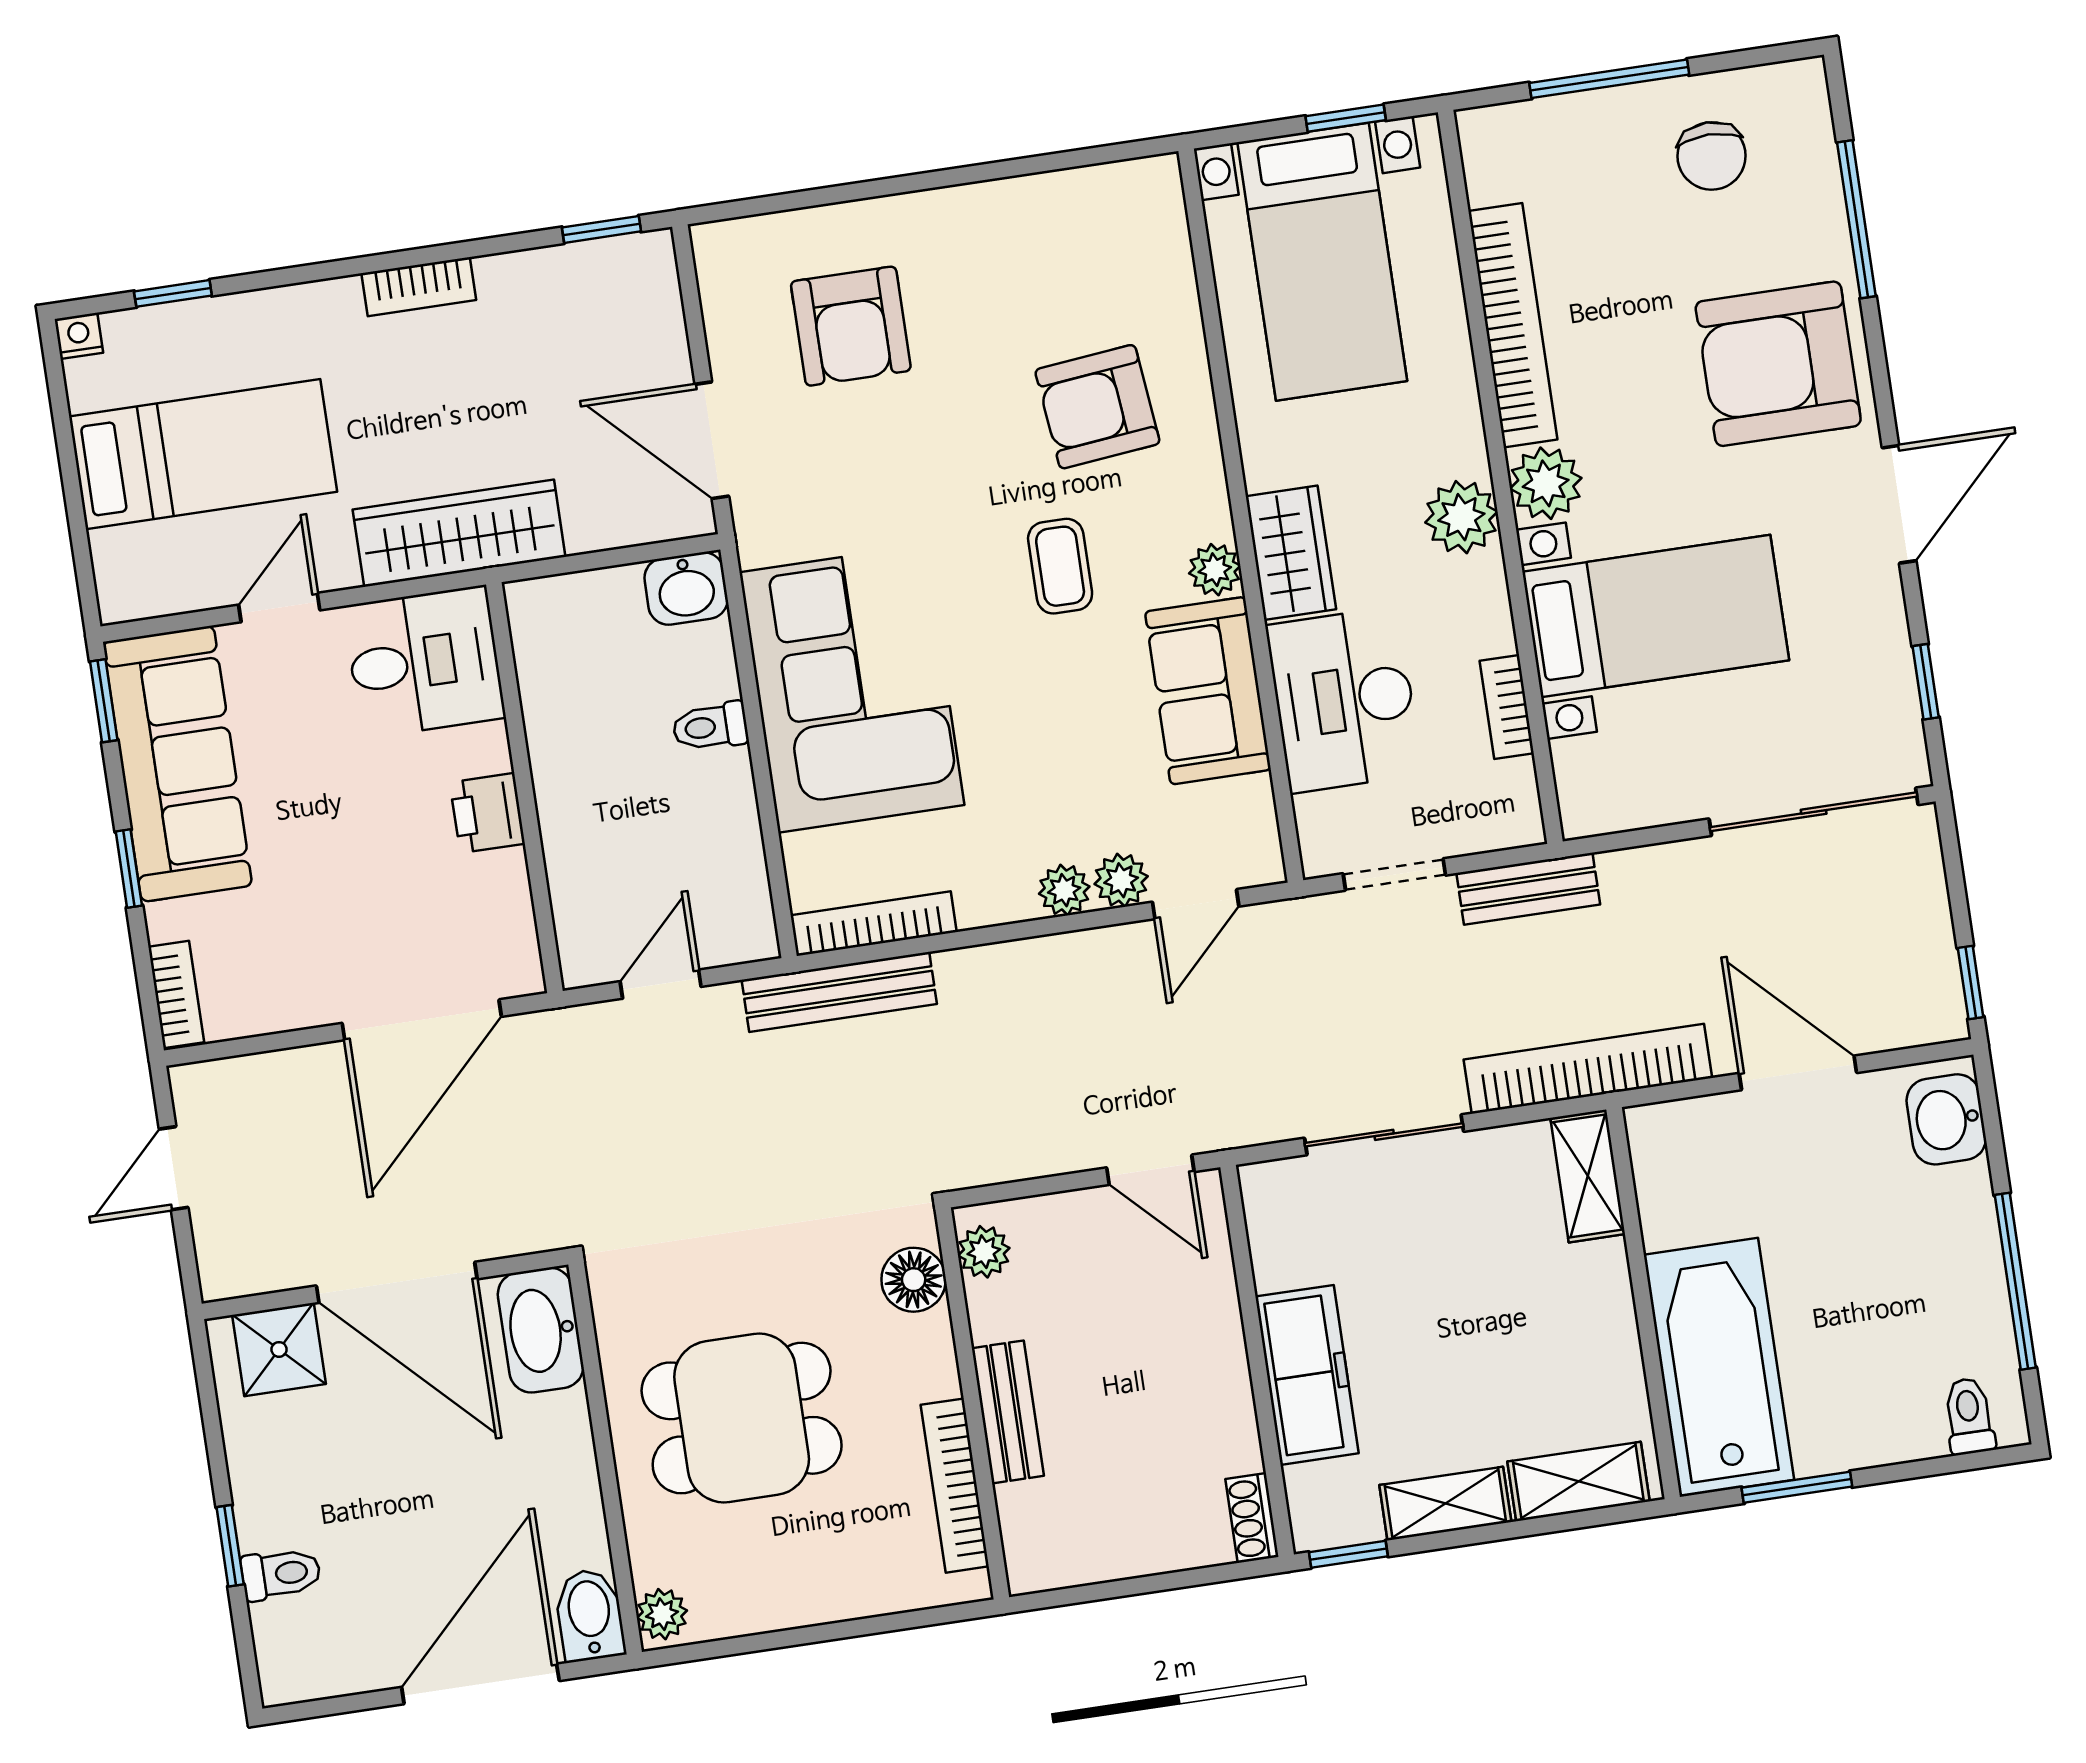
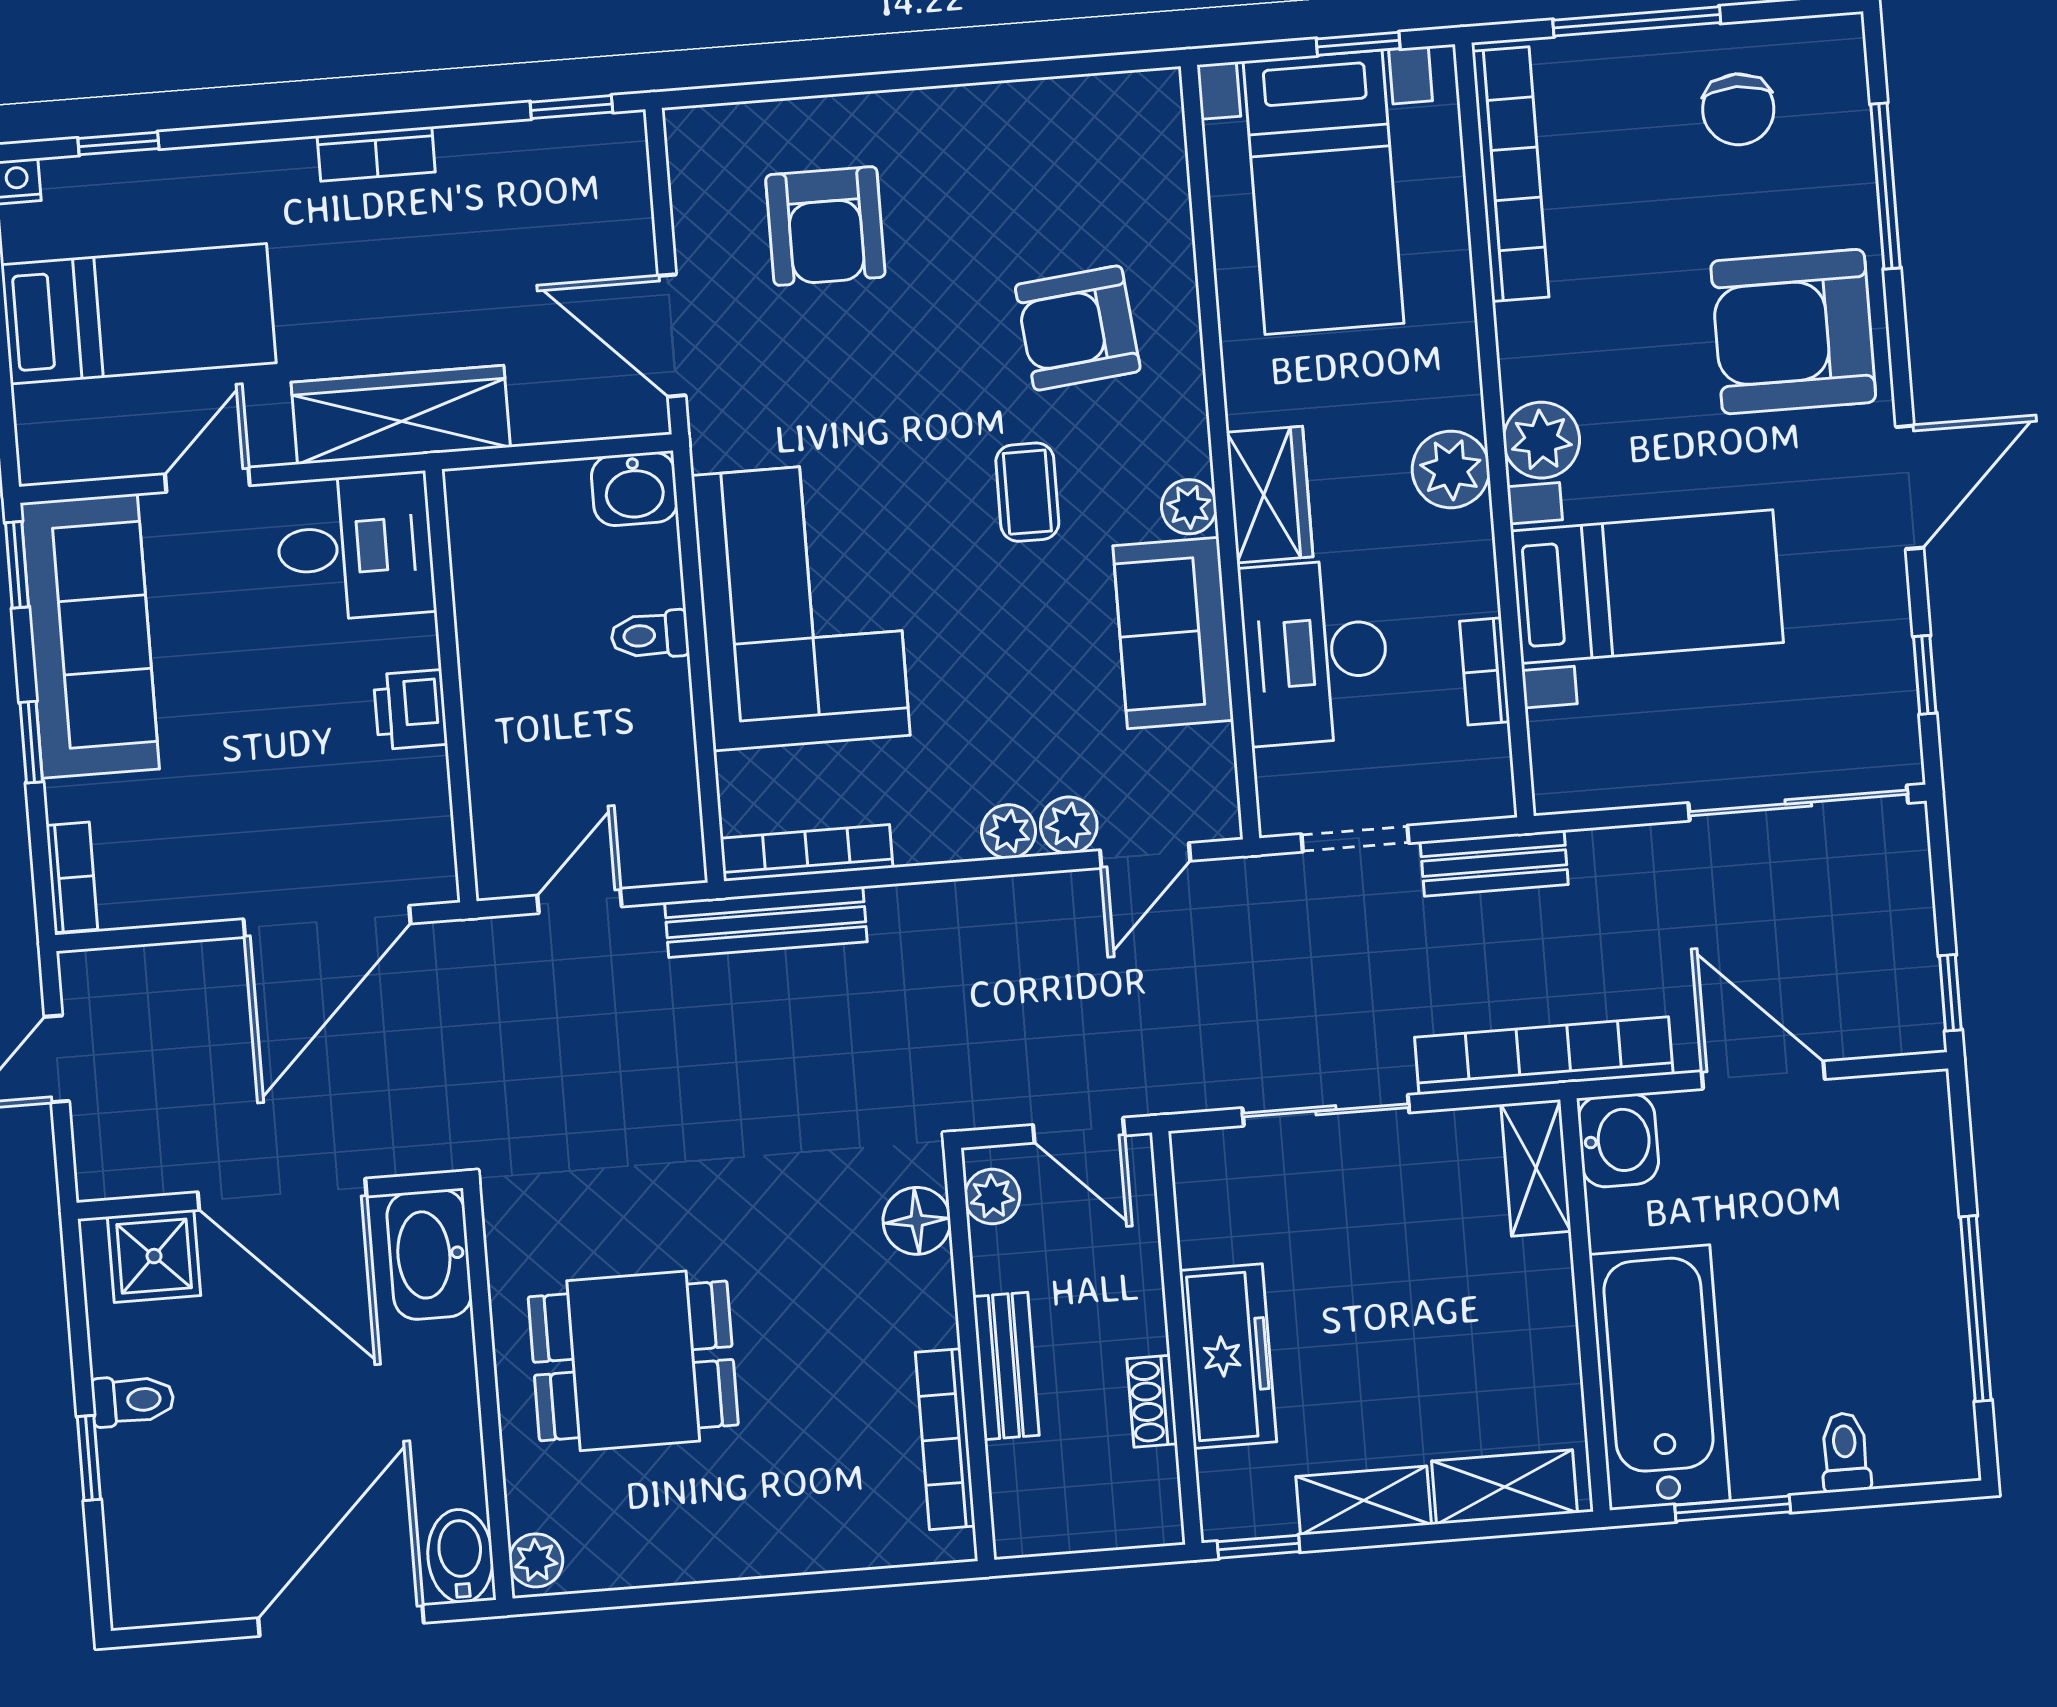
bookcase: (1513, 325) -> (1510, 174), moved
washbasin: (1946, 1119) -> (1618, 1140), moved, turned 180
plant: (984, 1252) -> (992, 1197), moved
floor lamp: (914, 1280) -> (917, 1221), moved
wall: (972, 1403) -> (969, 1354), moved
bench: (1008, 1412) -> (1006, 1366), moved
toilet: (1969, 1416) -> (1845, 1452), moved
bookcase: (955, 1486) -> (945, 1439), moved
shoe rack: (1252, 1518) -> (1152, 1401), moved
toilet: (281, 1574) -> (133, 1400), moved

